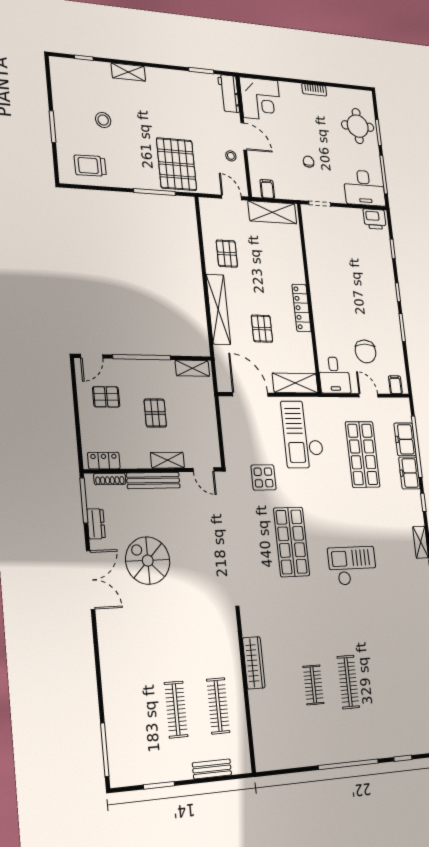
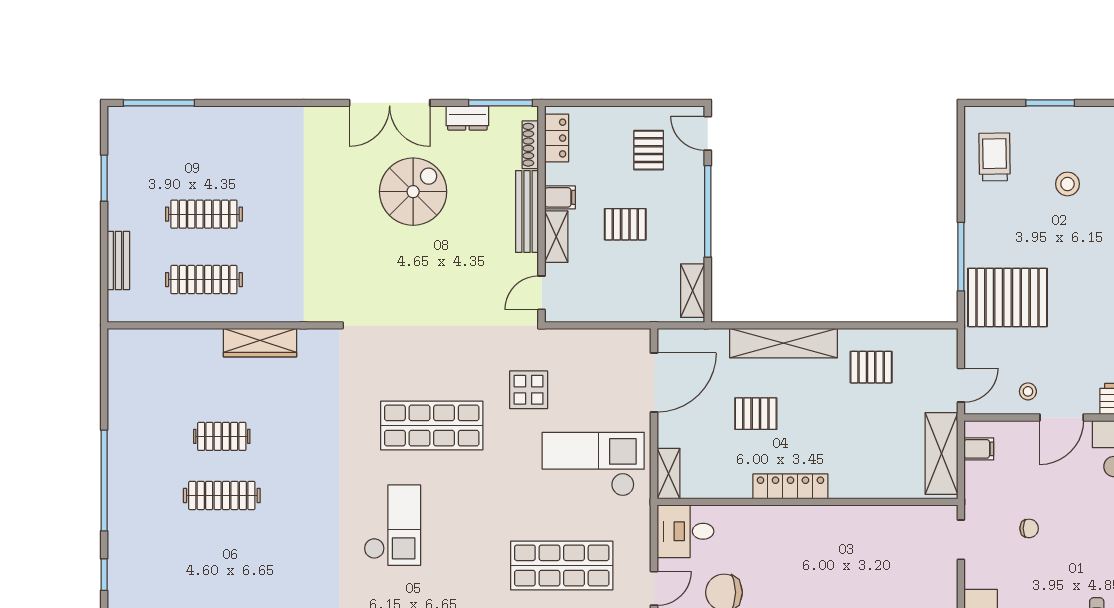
shelving: (295, 383) -> (668, 474), width x0.67, depth x0.75
filing cabinet: (142, 458) -> (560, 197), added

